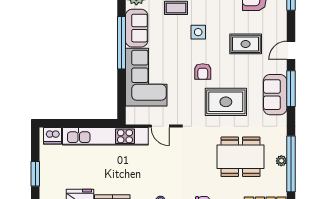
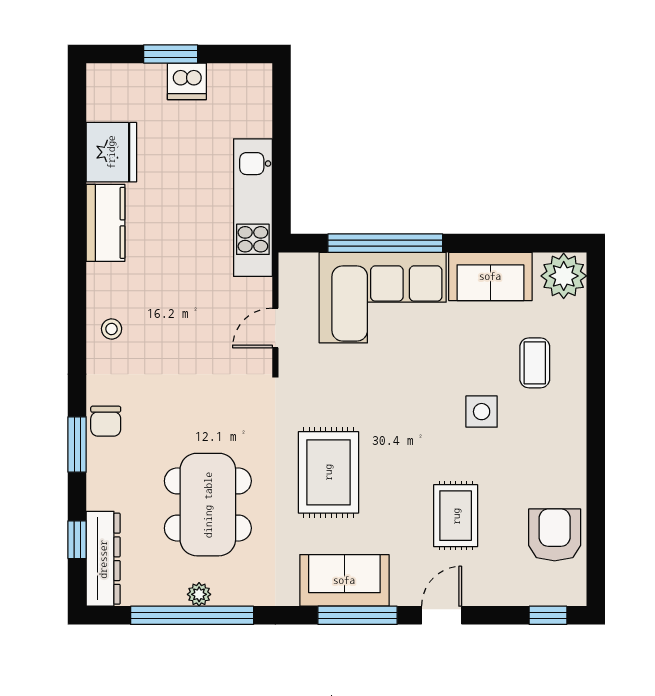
window: (121, 43) -> (385, 243), moved
door: (291, 50) -> (442, 615), hinge flipped
armchair: (203, 71) -> (395, 422), removed
dishwasher: (53, 136) -> (187, 81), moved, turned -90
kitchen unit: (105, 136) -> (253, 208), width x0.73

